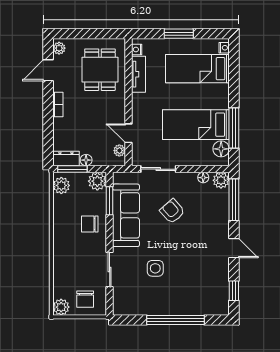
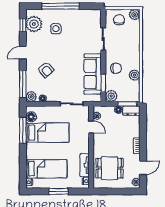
dining table: (100, 70) -> (109, 168), turned 90
plant: (61, 185) -> (134, 75), moved
armchair: (172, 211) -> (46, 70), moved
door: (234, 248) -> (23, 53), hinge flipped
side table: (155, 268) -> (56, 29), moved
plant: (217, 292) -> (34, 24), added

